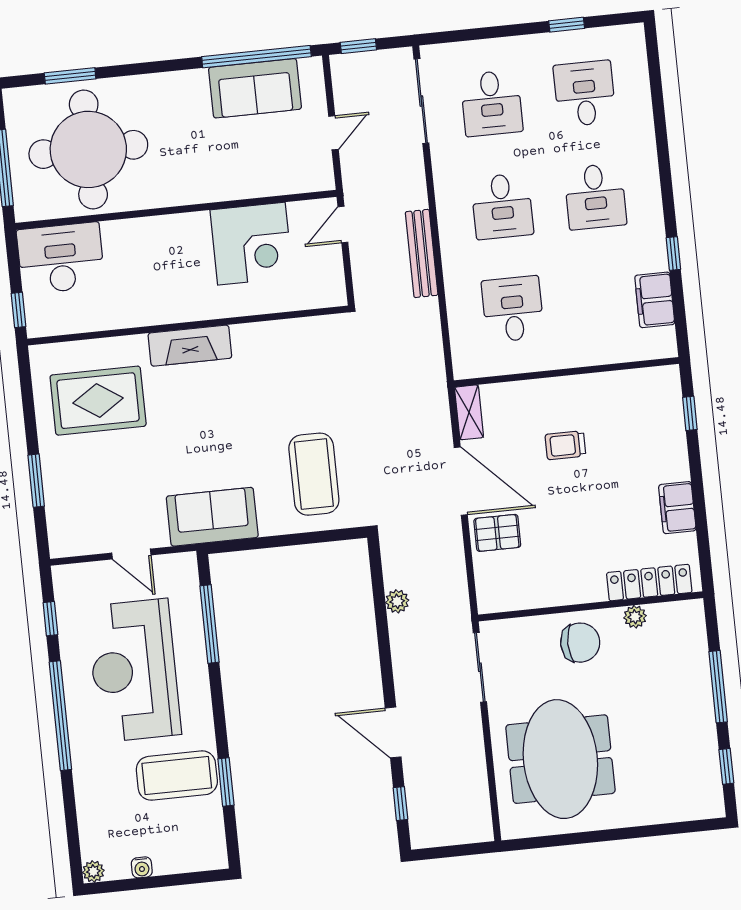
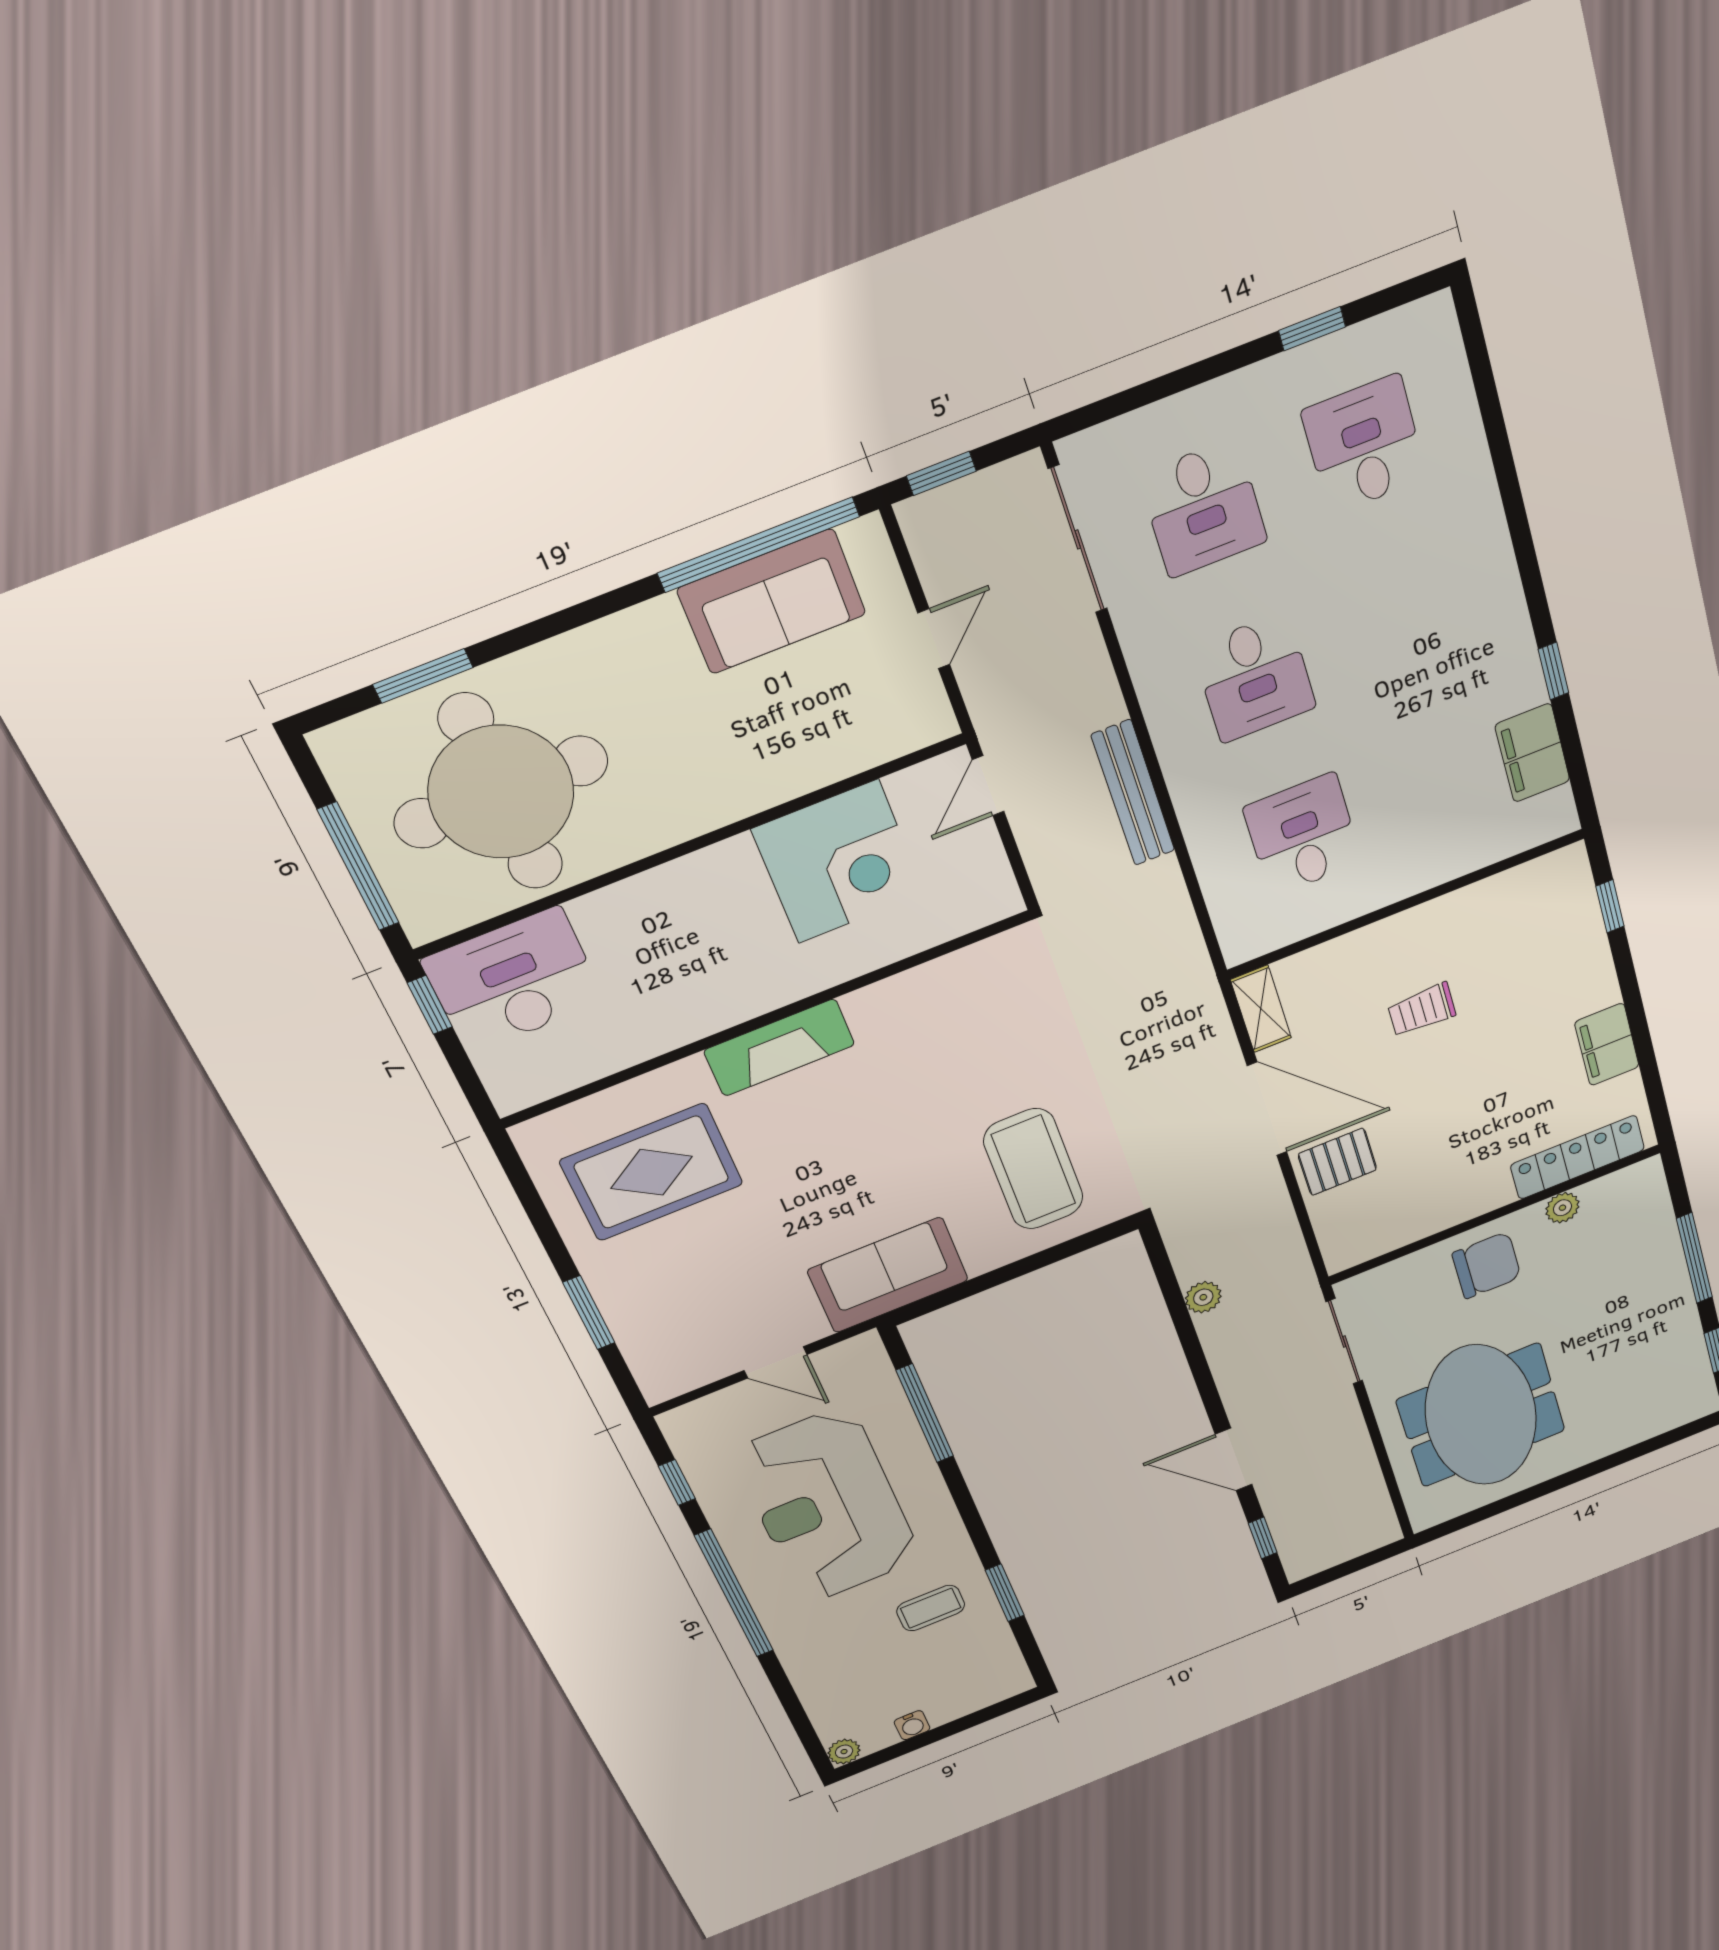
desk: (595, 197) -> (1410, 616), removed
window: (19, 310) -> (430, 1005), moved
coffee table: (177, 776) -> (931, 1608), width x0.54, depth x0.58

